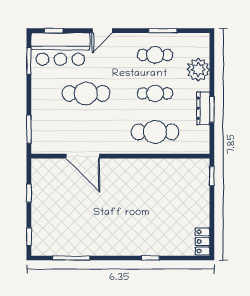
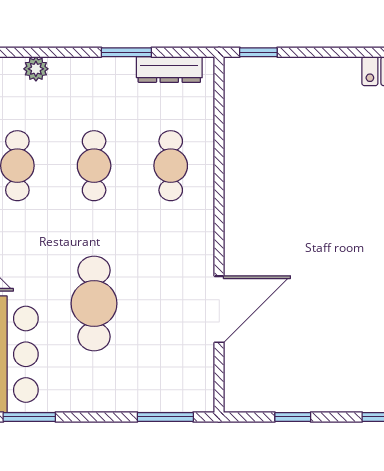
plant: (198, 70) -> (36, 69), width x0.53, depth x0.53
dresser: (203, 108) -> (169, 69), moved
cafe table: (155, 132) -> (171, 166), width x0.73, depth x0.74

